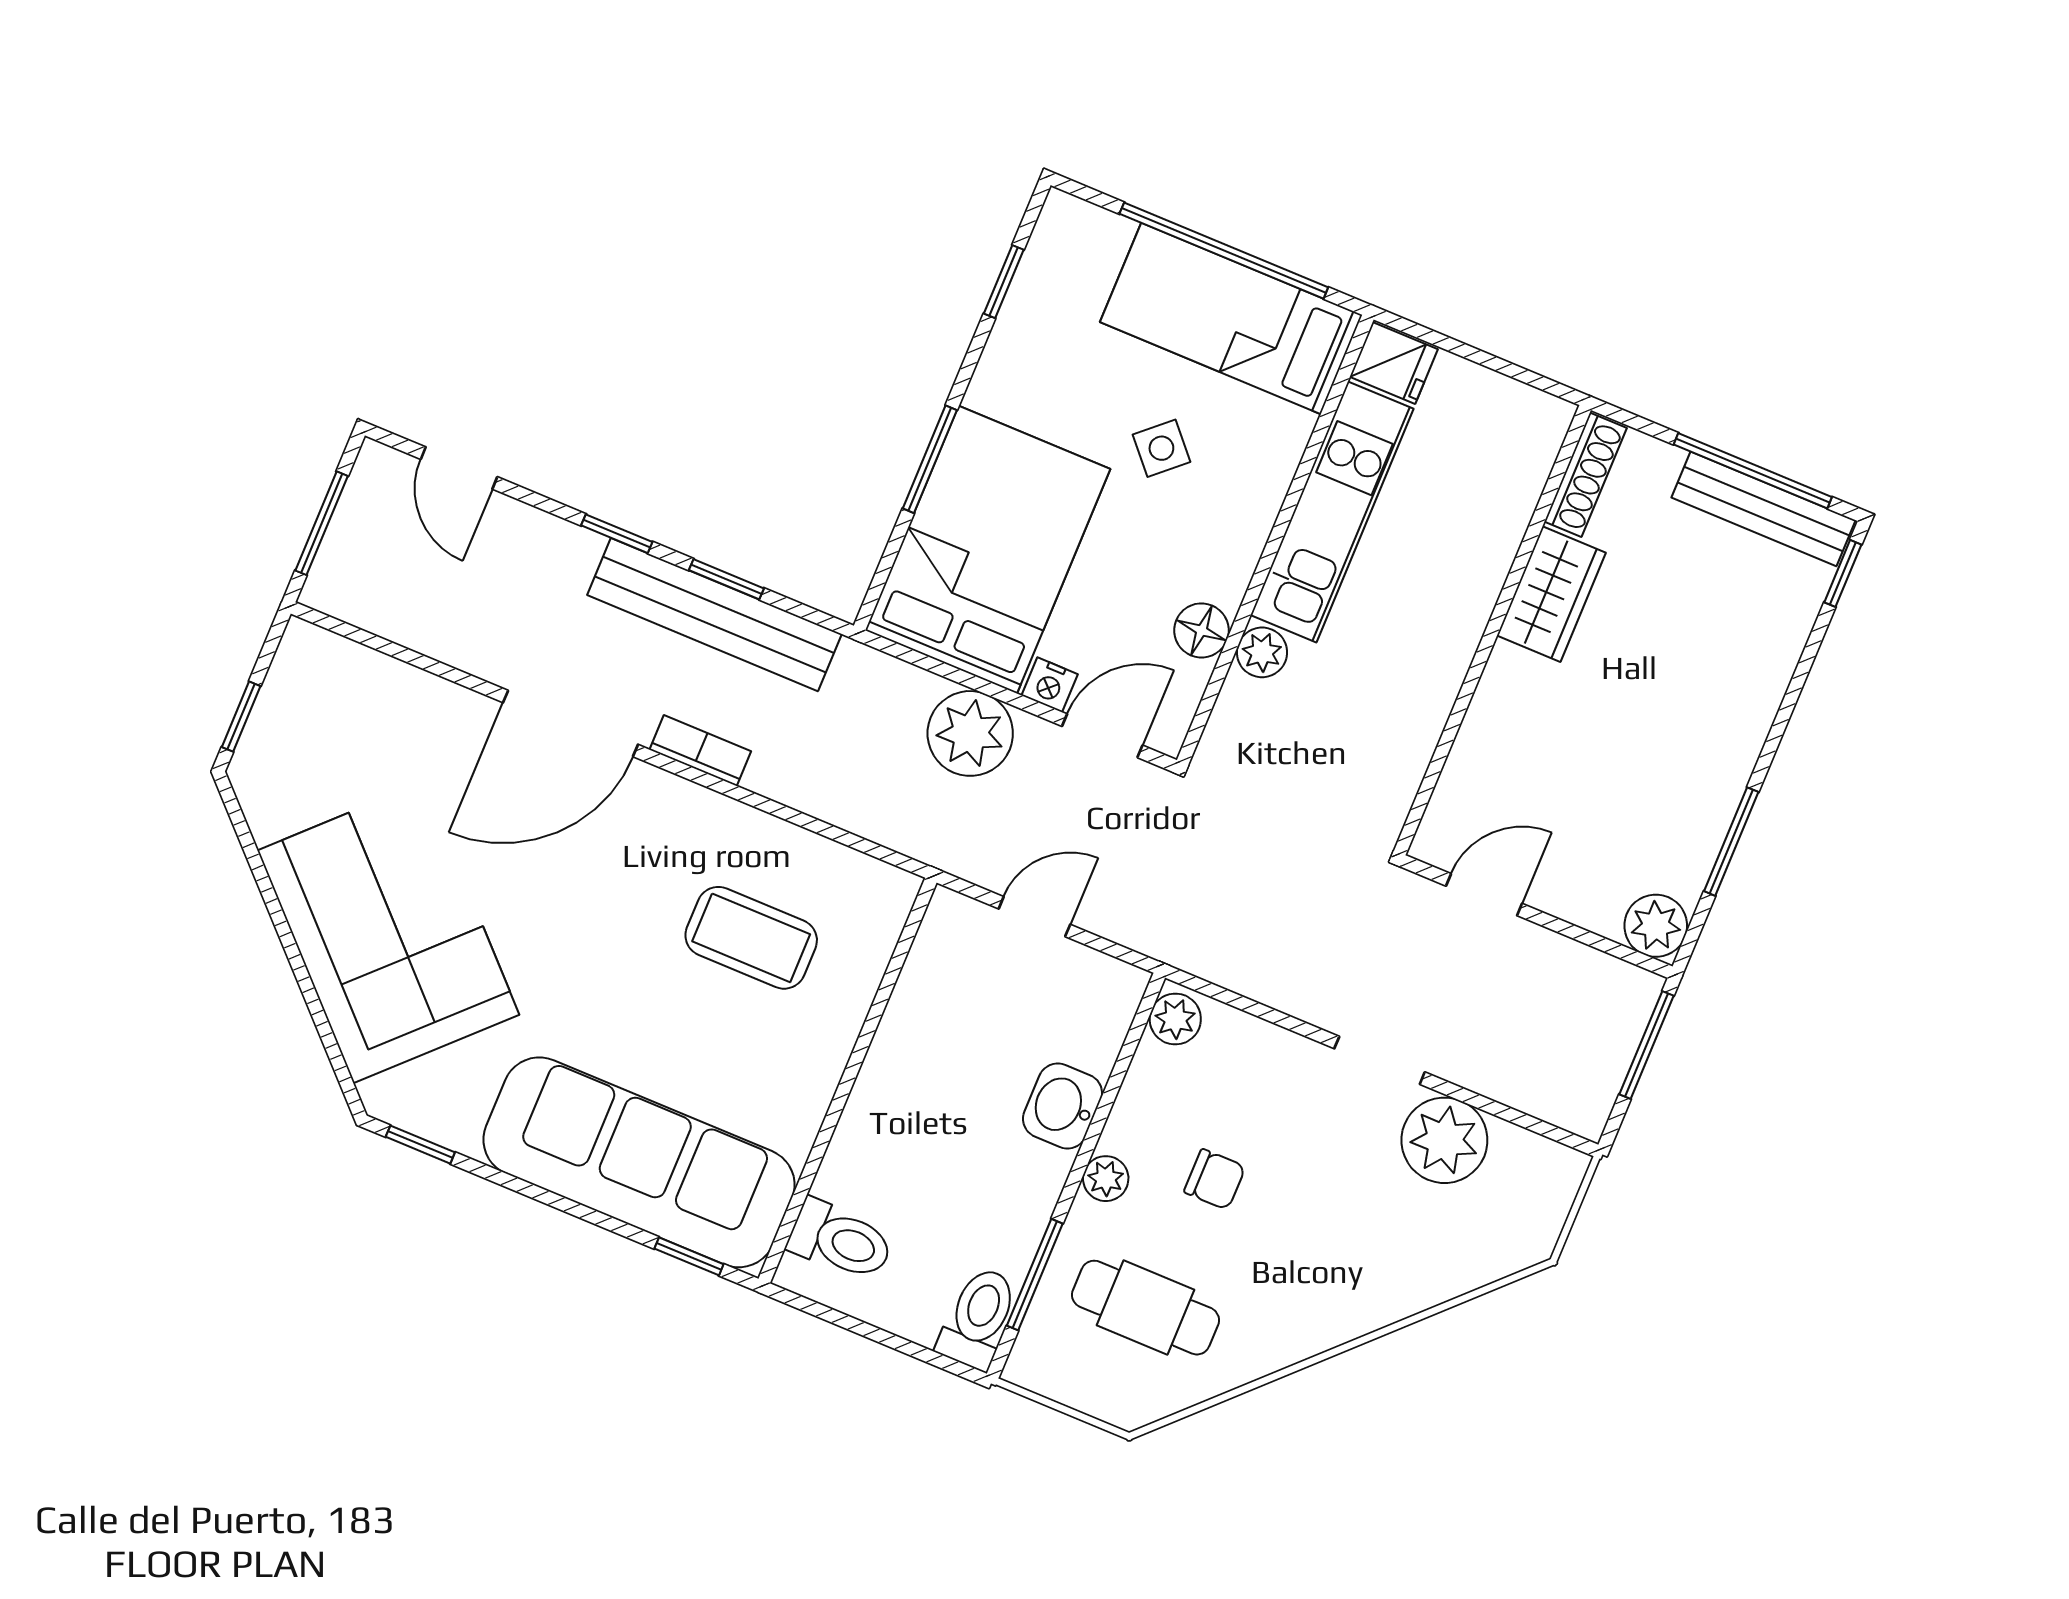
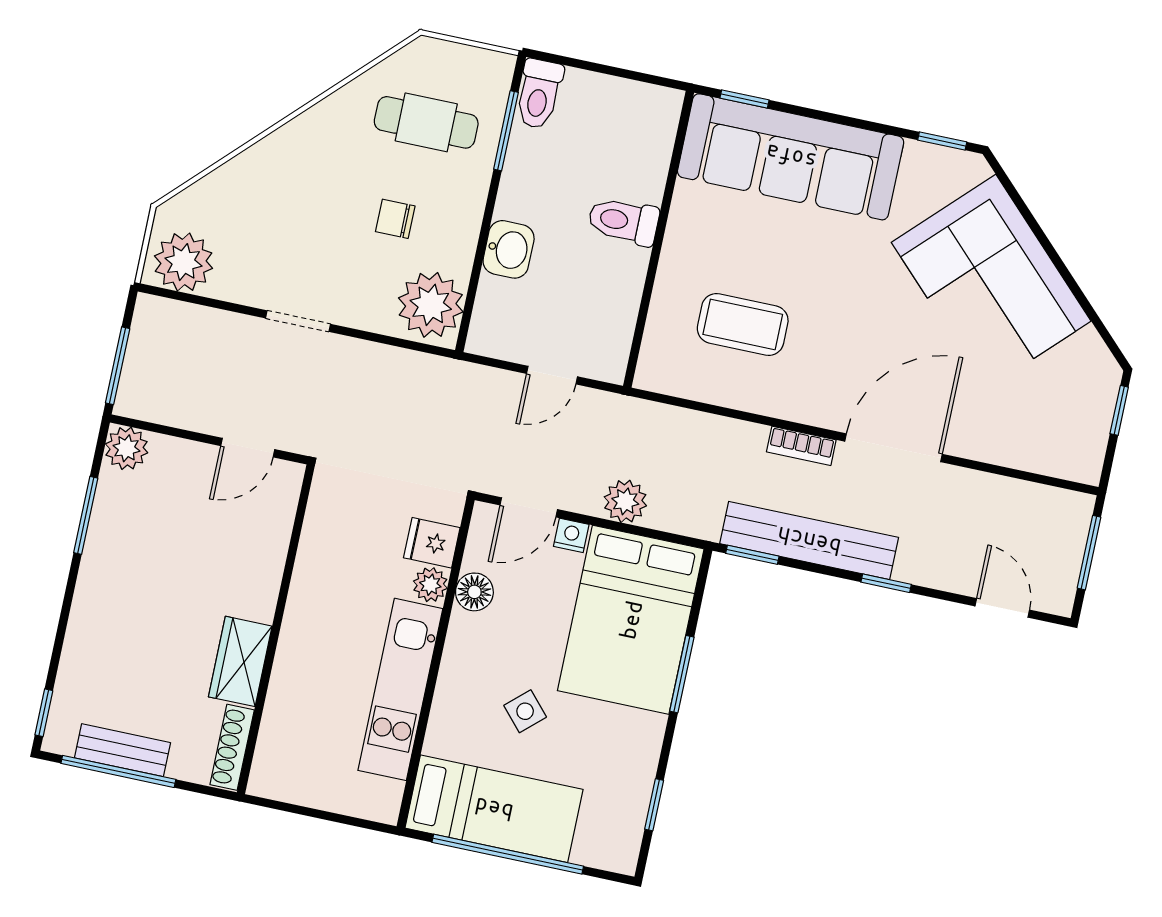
fridge: (1394, 363) -> (432, 543), moved
bench: (1763, 509) -> (122, 750), width x0.73
window: (726, 579) -> (752, 555), moved
plant: (970, 733) -> (625, 501), width x0.73, depth x0.73
plant: (1175, 1019) -> (431, 305), width x1.87, depth x1.87
plant: (1444, 1140) -> (183, 262), moved
plant: (1106, 1179) -> (470, 205), removed
toilet: (841, 1240) -> (623, 221), moved

